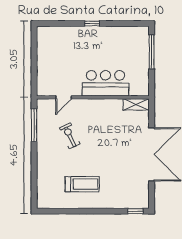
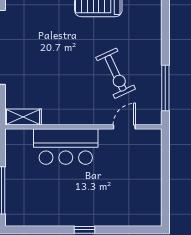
exercise bike: (70, 136) -> (116, 73), width x1.38, depth x1.39

